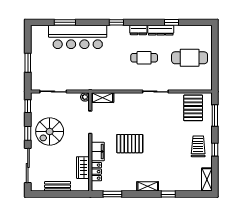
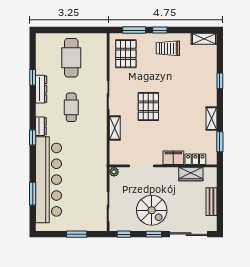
dresser: (138, 30) -> (41, 126), moved
bar counter: (78, 37) -> (48, 180), width x1.36
shelving: (102, 98) -> (115, 128), moved
pallet: (193, 108) -> (126, 54), turned 90
pallet: (130, 144) -> (148, 107), moved
window: (215, 150) -> (160, 30), moved
shelving: (148, 186) -> (211, 119), moved

